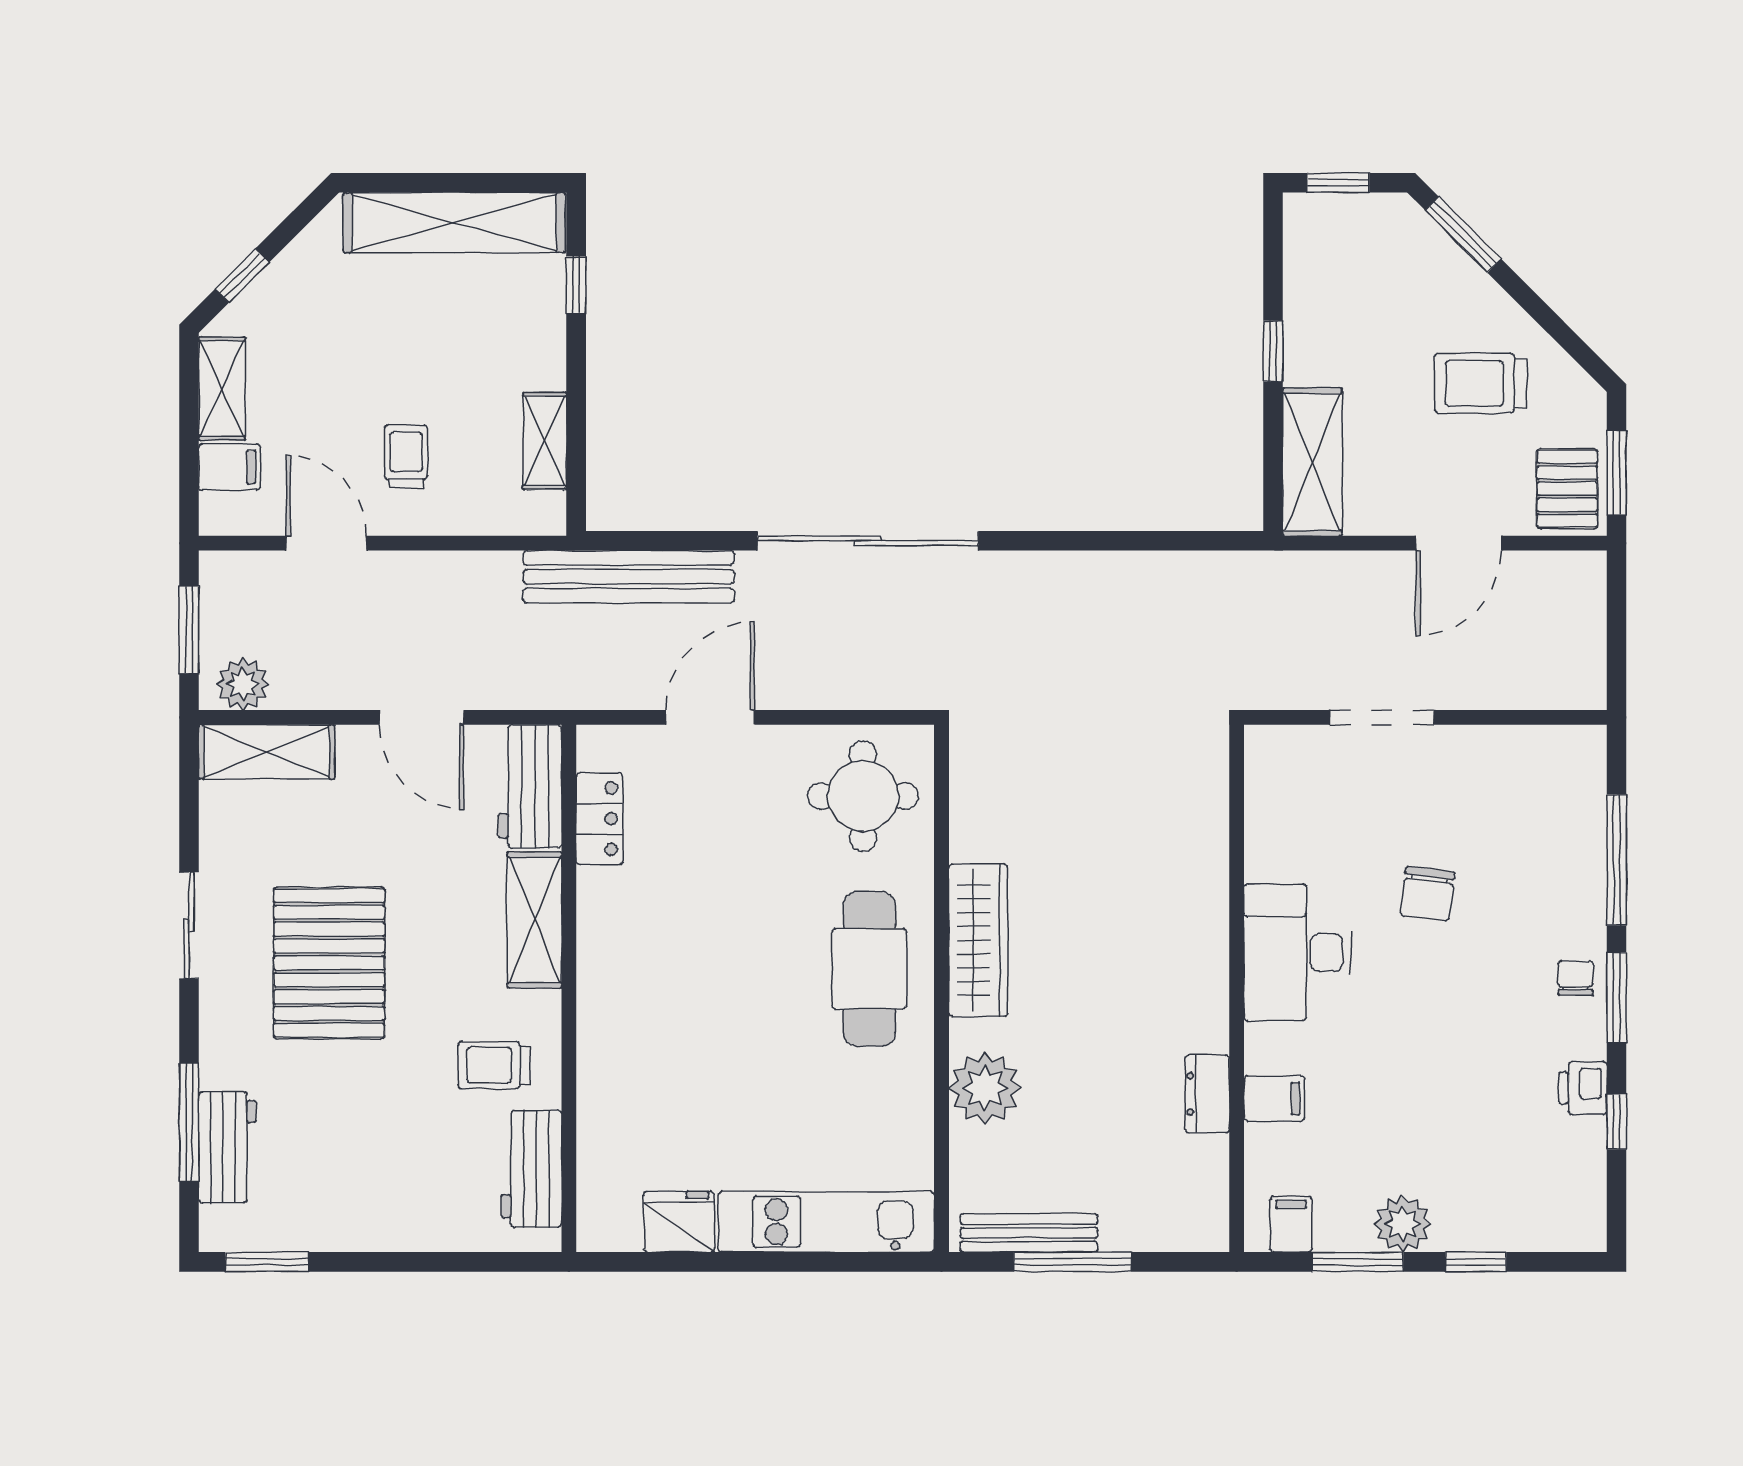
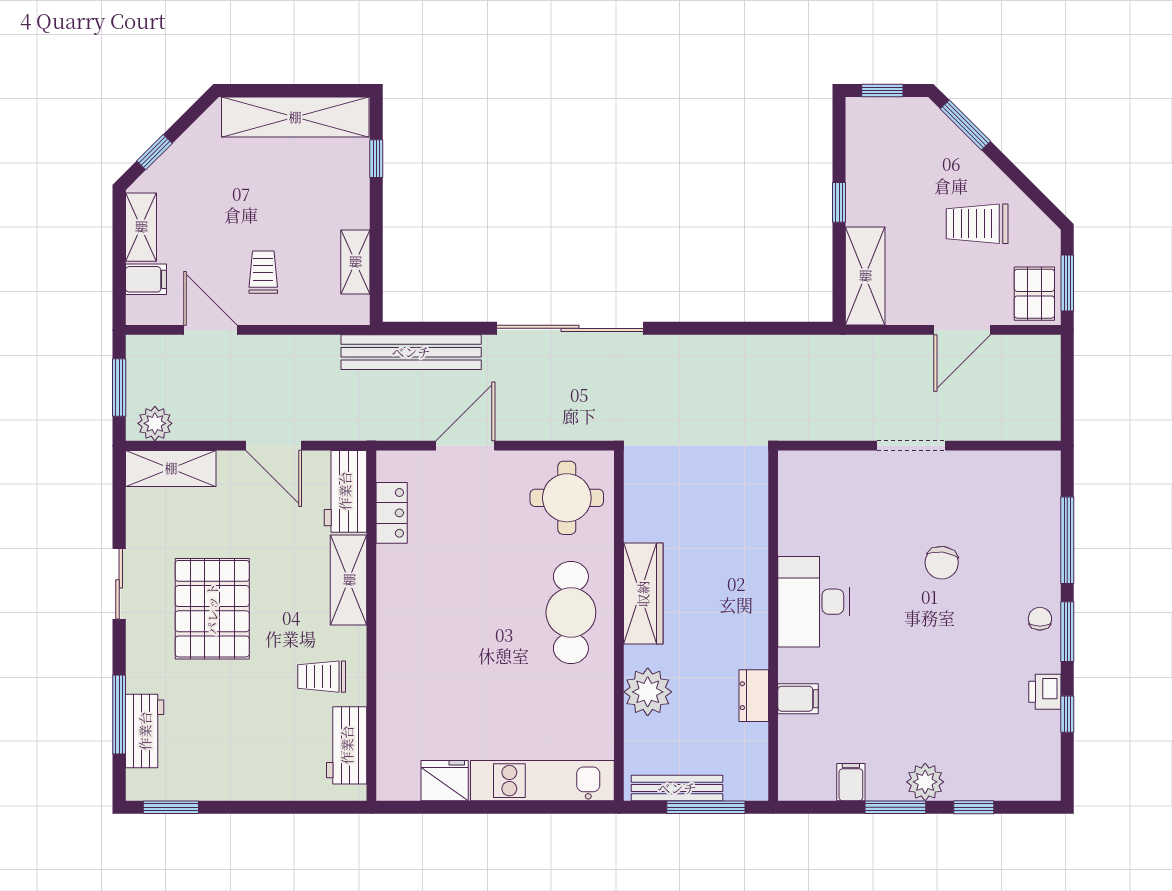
desk: (1298, 952) -> (814, 602), moved
wall: (1237, 988) -> (773, 626), moved
dresser: (1207, 1094) -> (754, 696), moved
filing cabinet: (1274, 1099) -> (798, 699), moved

